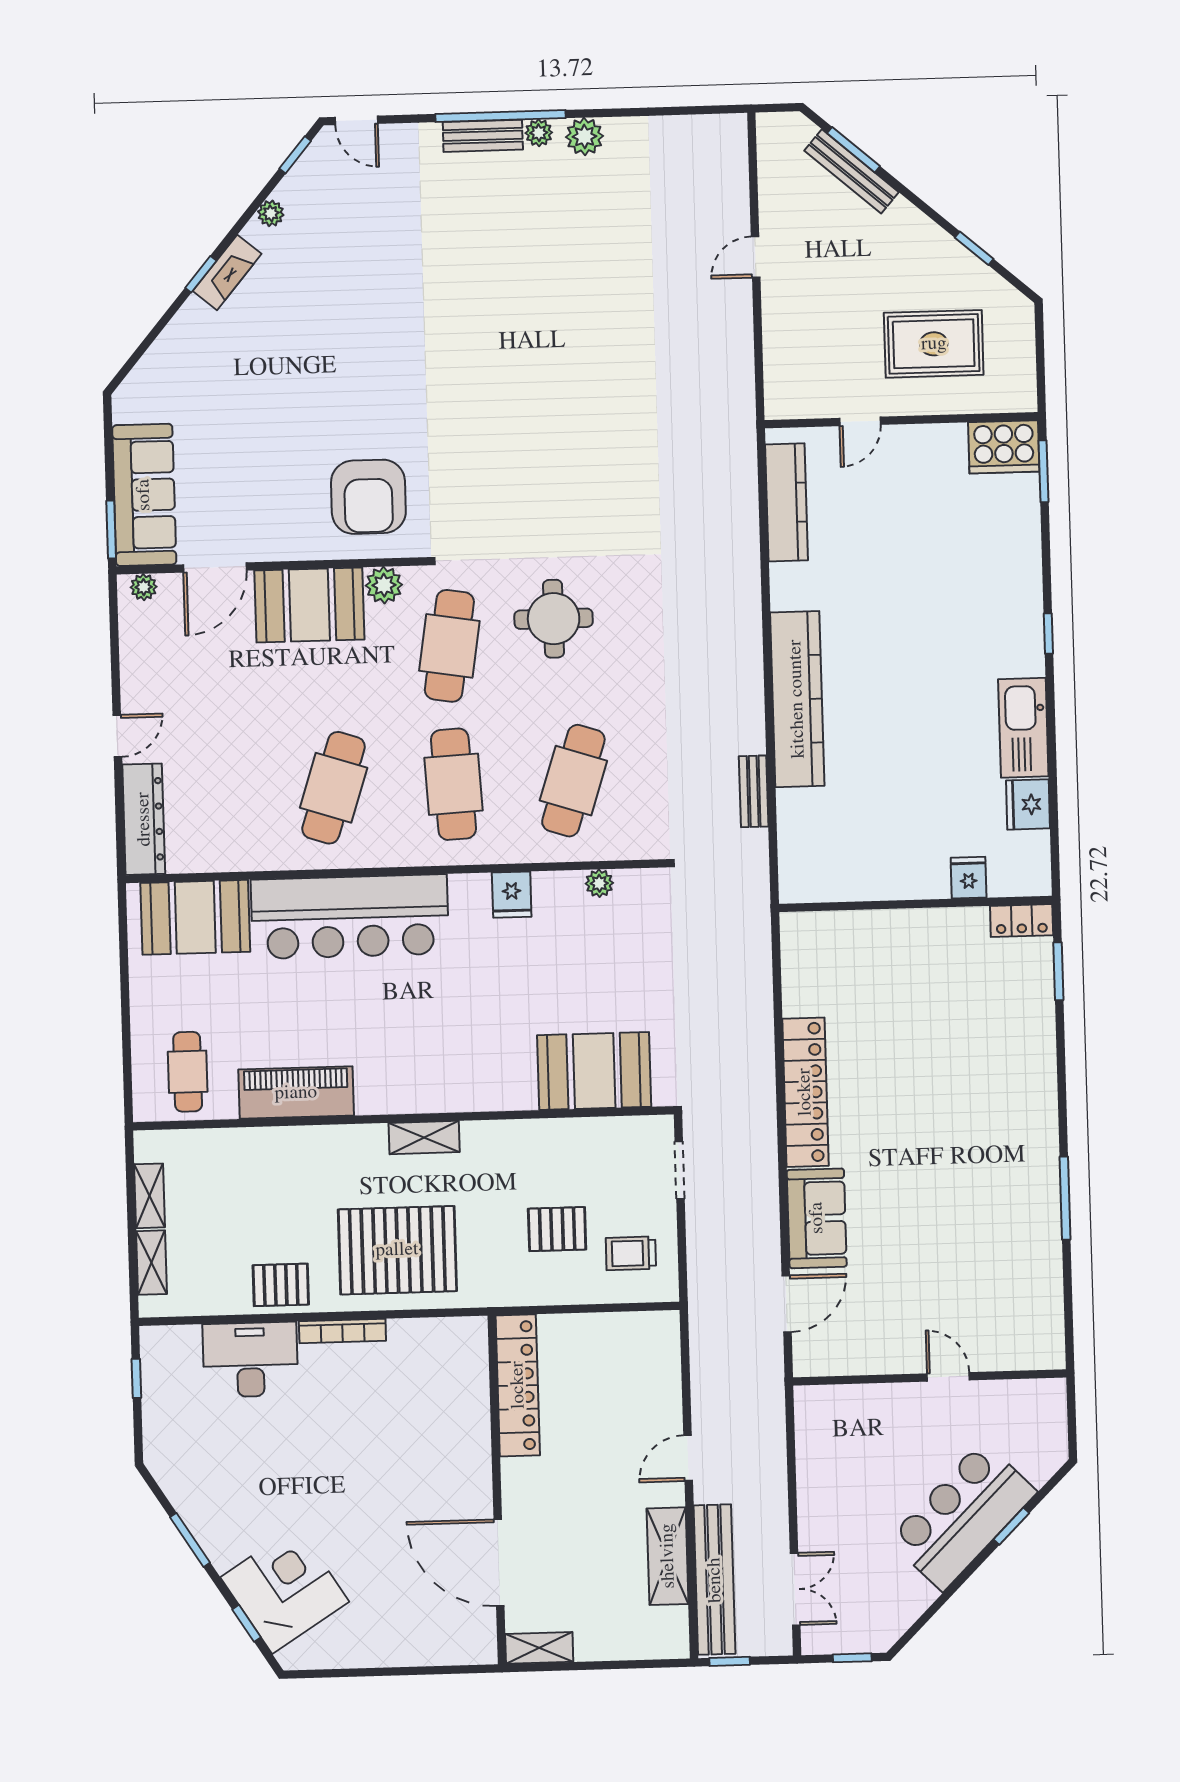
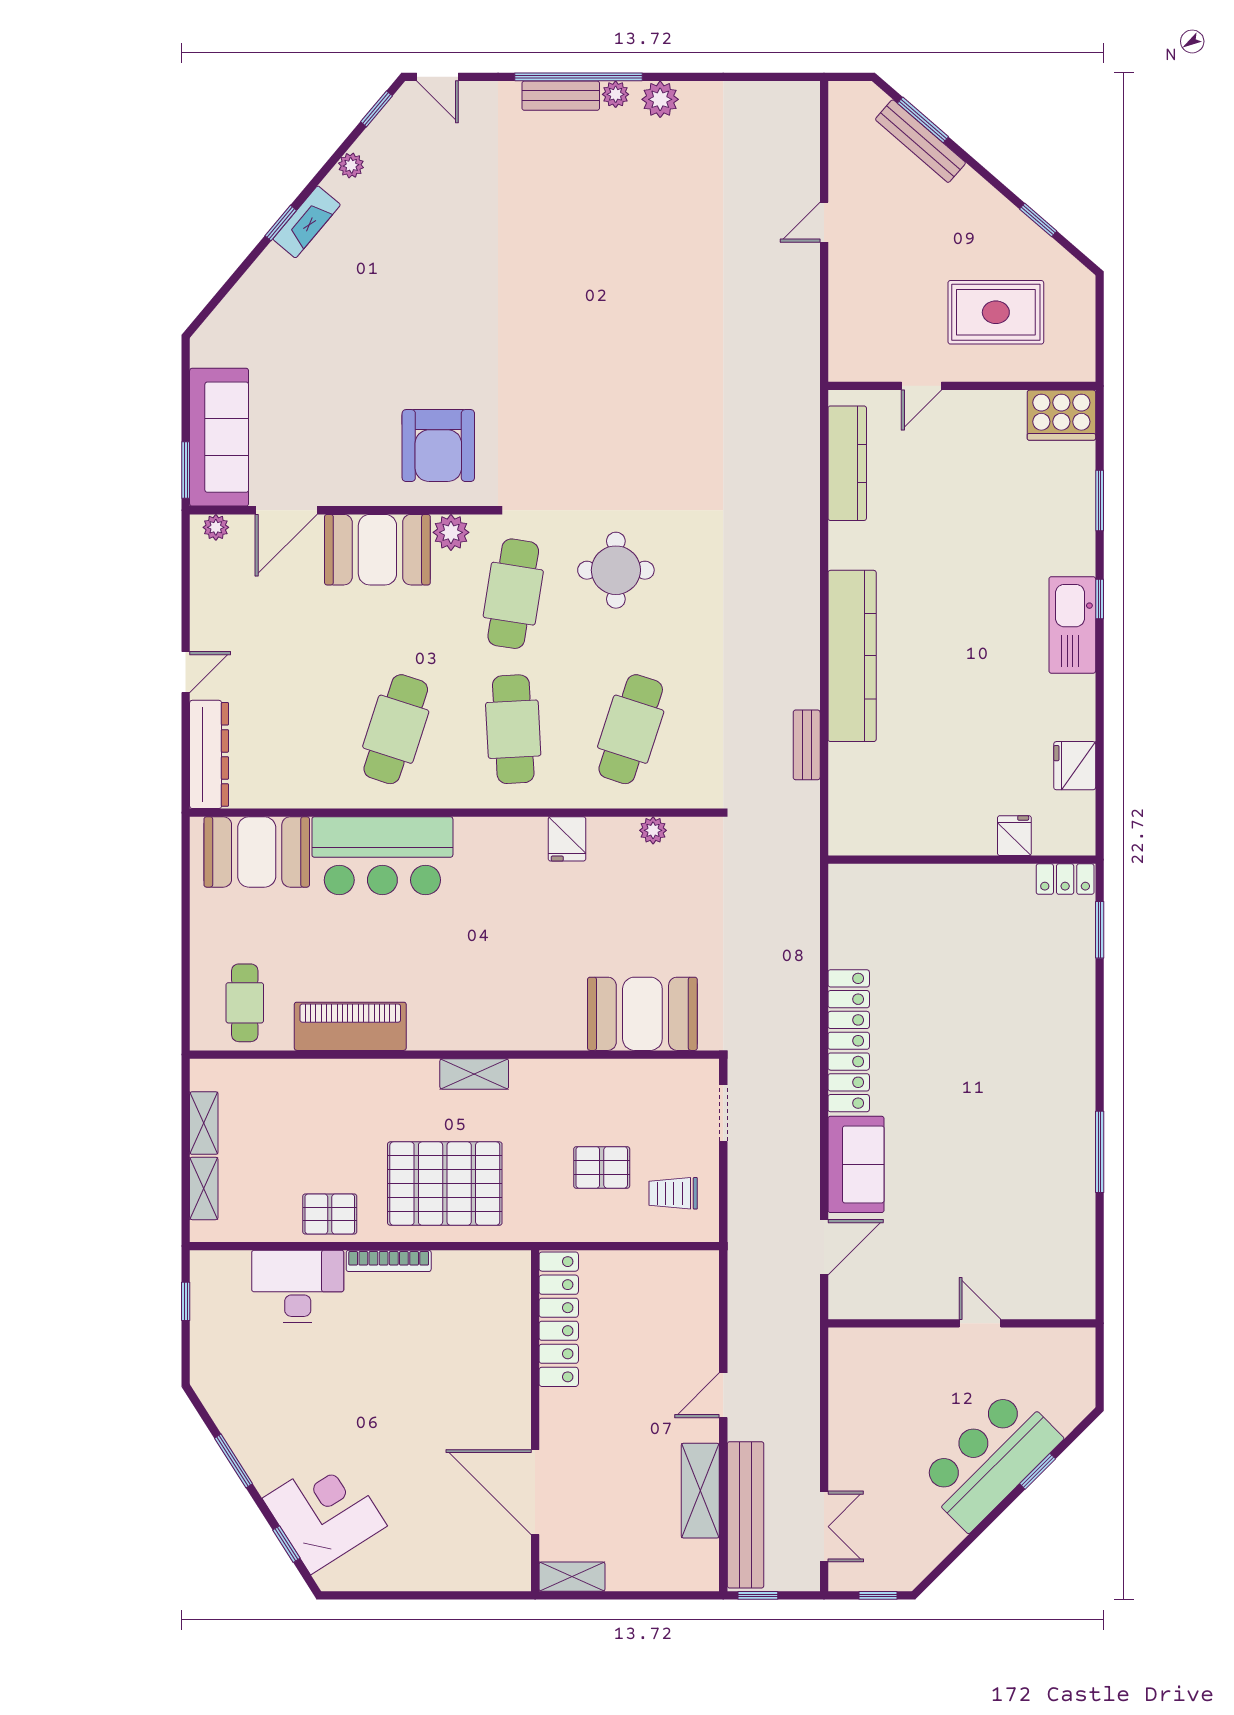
window: (1043, 471) -> (1100, 500), moved
kitchen sink: (1023, 728) -> (1072, 625), moved
bar counter: (350, 917) -> (382, 856), width x0.73

